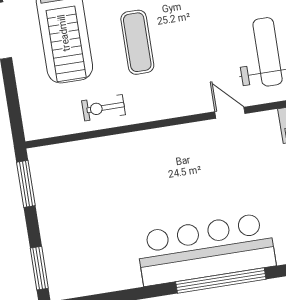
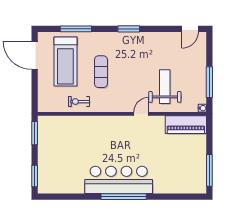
door: (230, 113) -> (141, 114), hinge flipped

